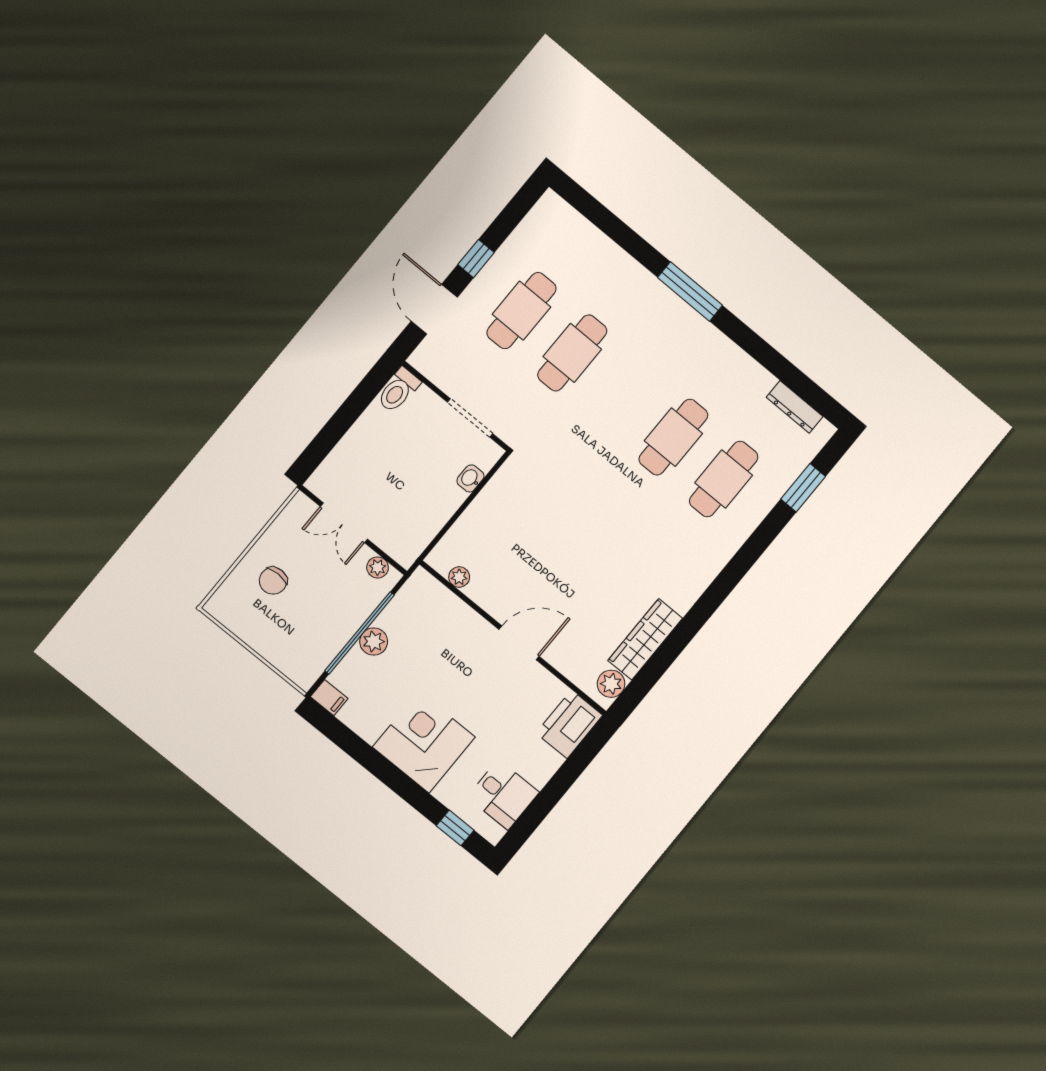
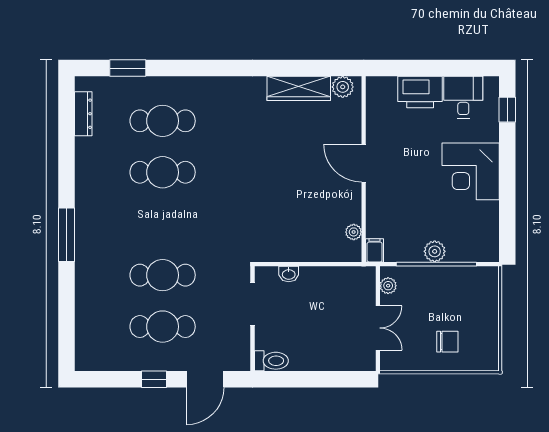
filing cabinet: (329, 698) -> (375, 250), moved
printer: (569, 724) -> (420, 92), moved

